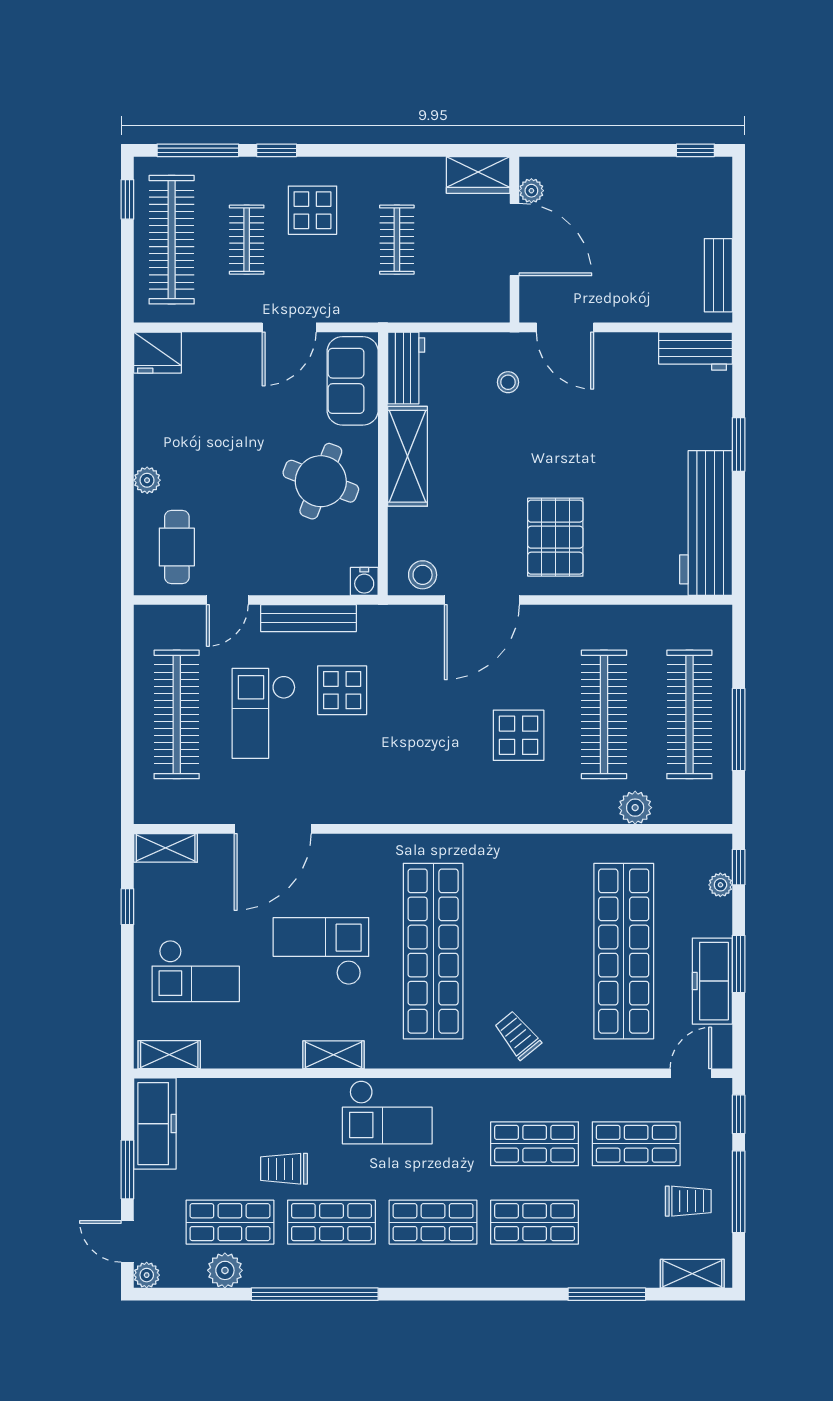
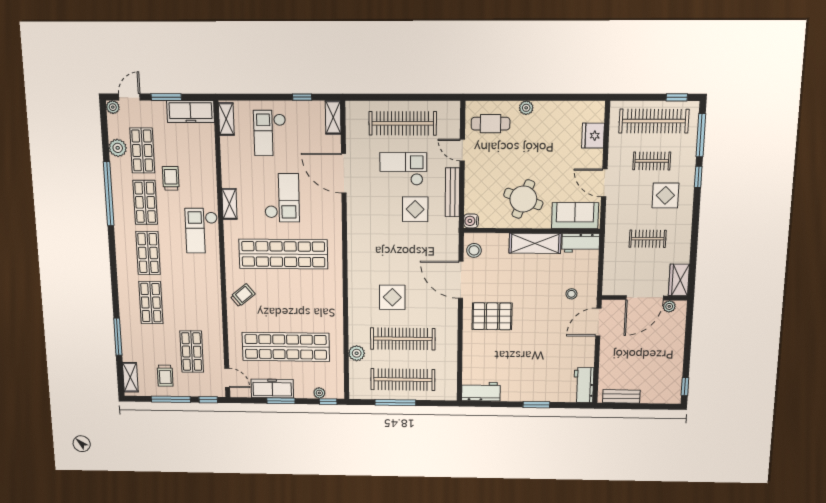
fridge: (158, 353) -> (593, 136), moved
workbench: (706, 523) -> (481, 392), width x0.53, depth x0.76
shop shelf: (535, 1144) -> (189, 303), removed

